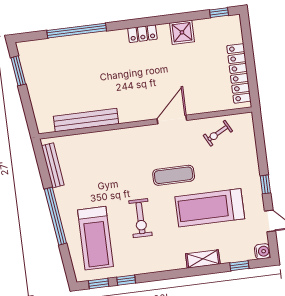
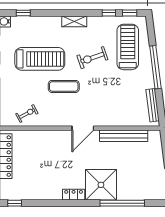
shower: (182, 32) -> (101, 185), moved, width x1.86, depth x1.86
door: (172, 120) -> (83, 128), moved
exercise bike: (140, 218) -> (92, 58), turned -109
shelving: (203, 259) -> (74, 21), moved

